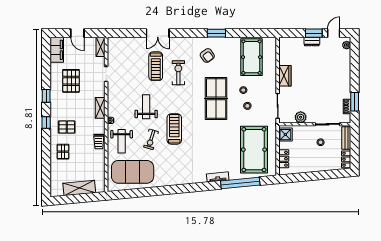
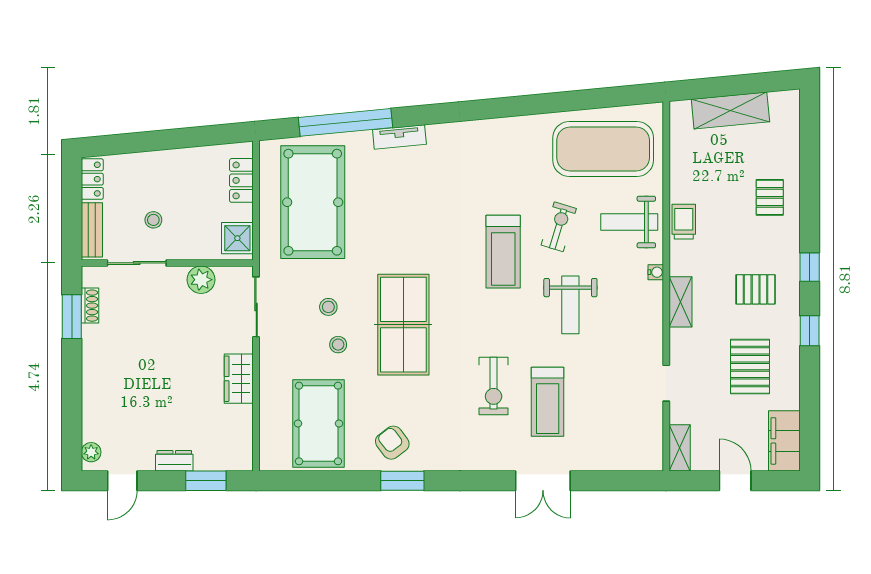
double door: (158, 33) -> (543, 481), swing flipped
window: (314, 33) -> (206, 481), moved
armchair: (207, 56) -> (392, 443), moved
treadmill: (156, 66) -> (548, 402), turned 180
pallet: (67, 127) -> (756, 289), moved
weight bench: (122, 141) -> (629, 222), turned -90

